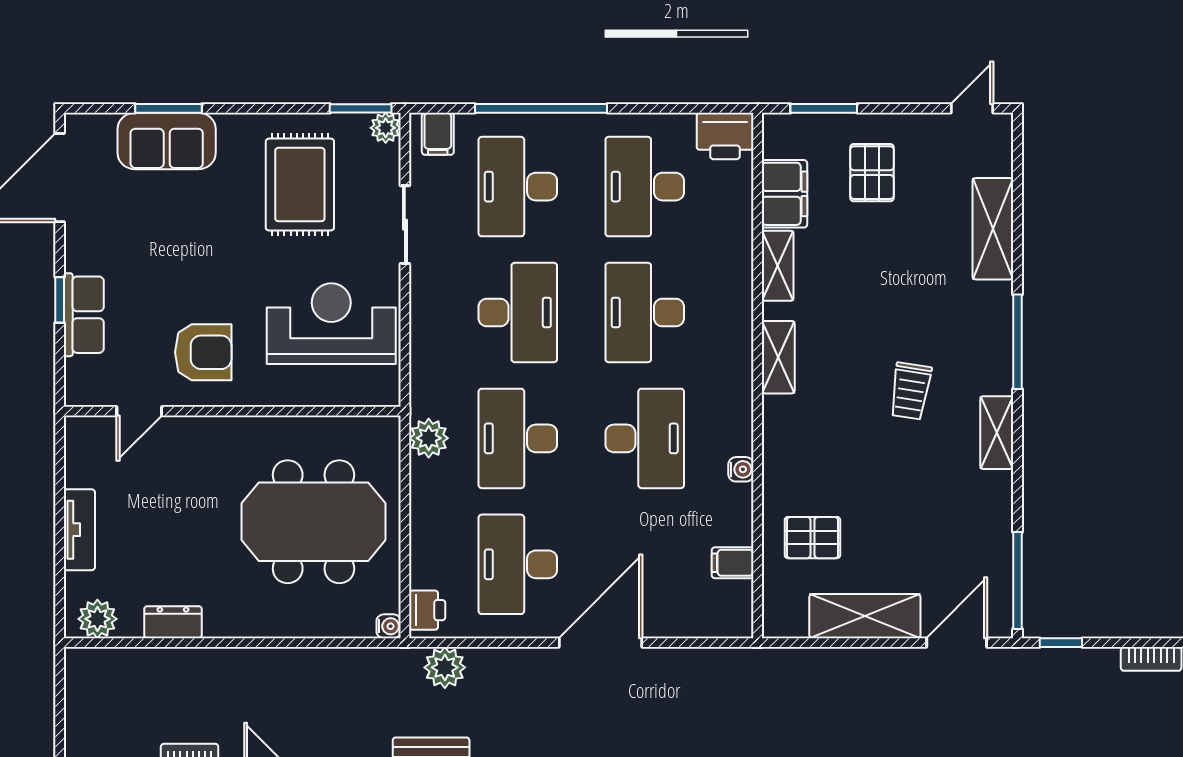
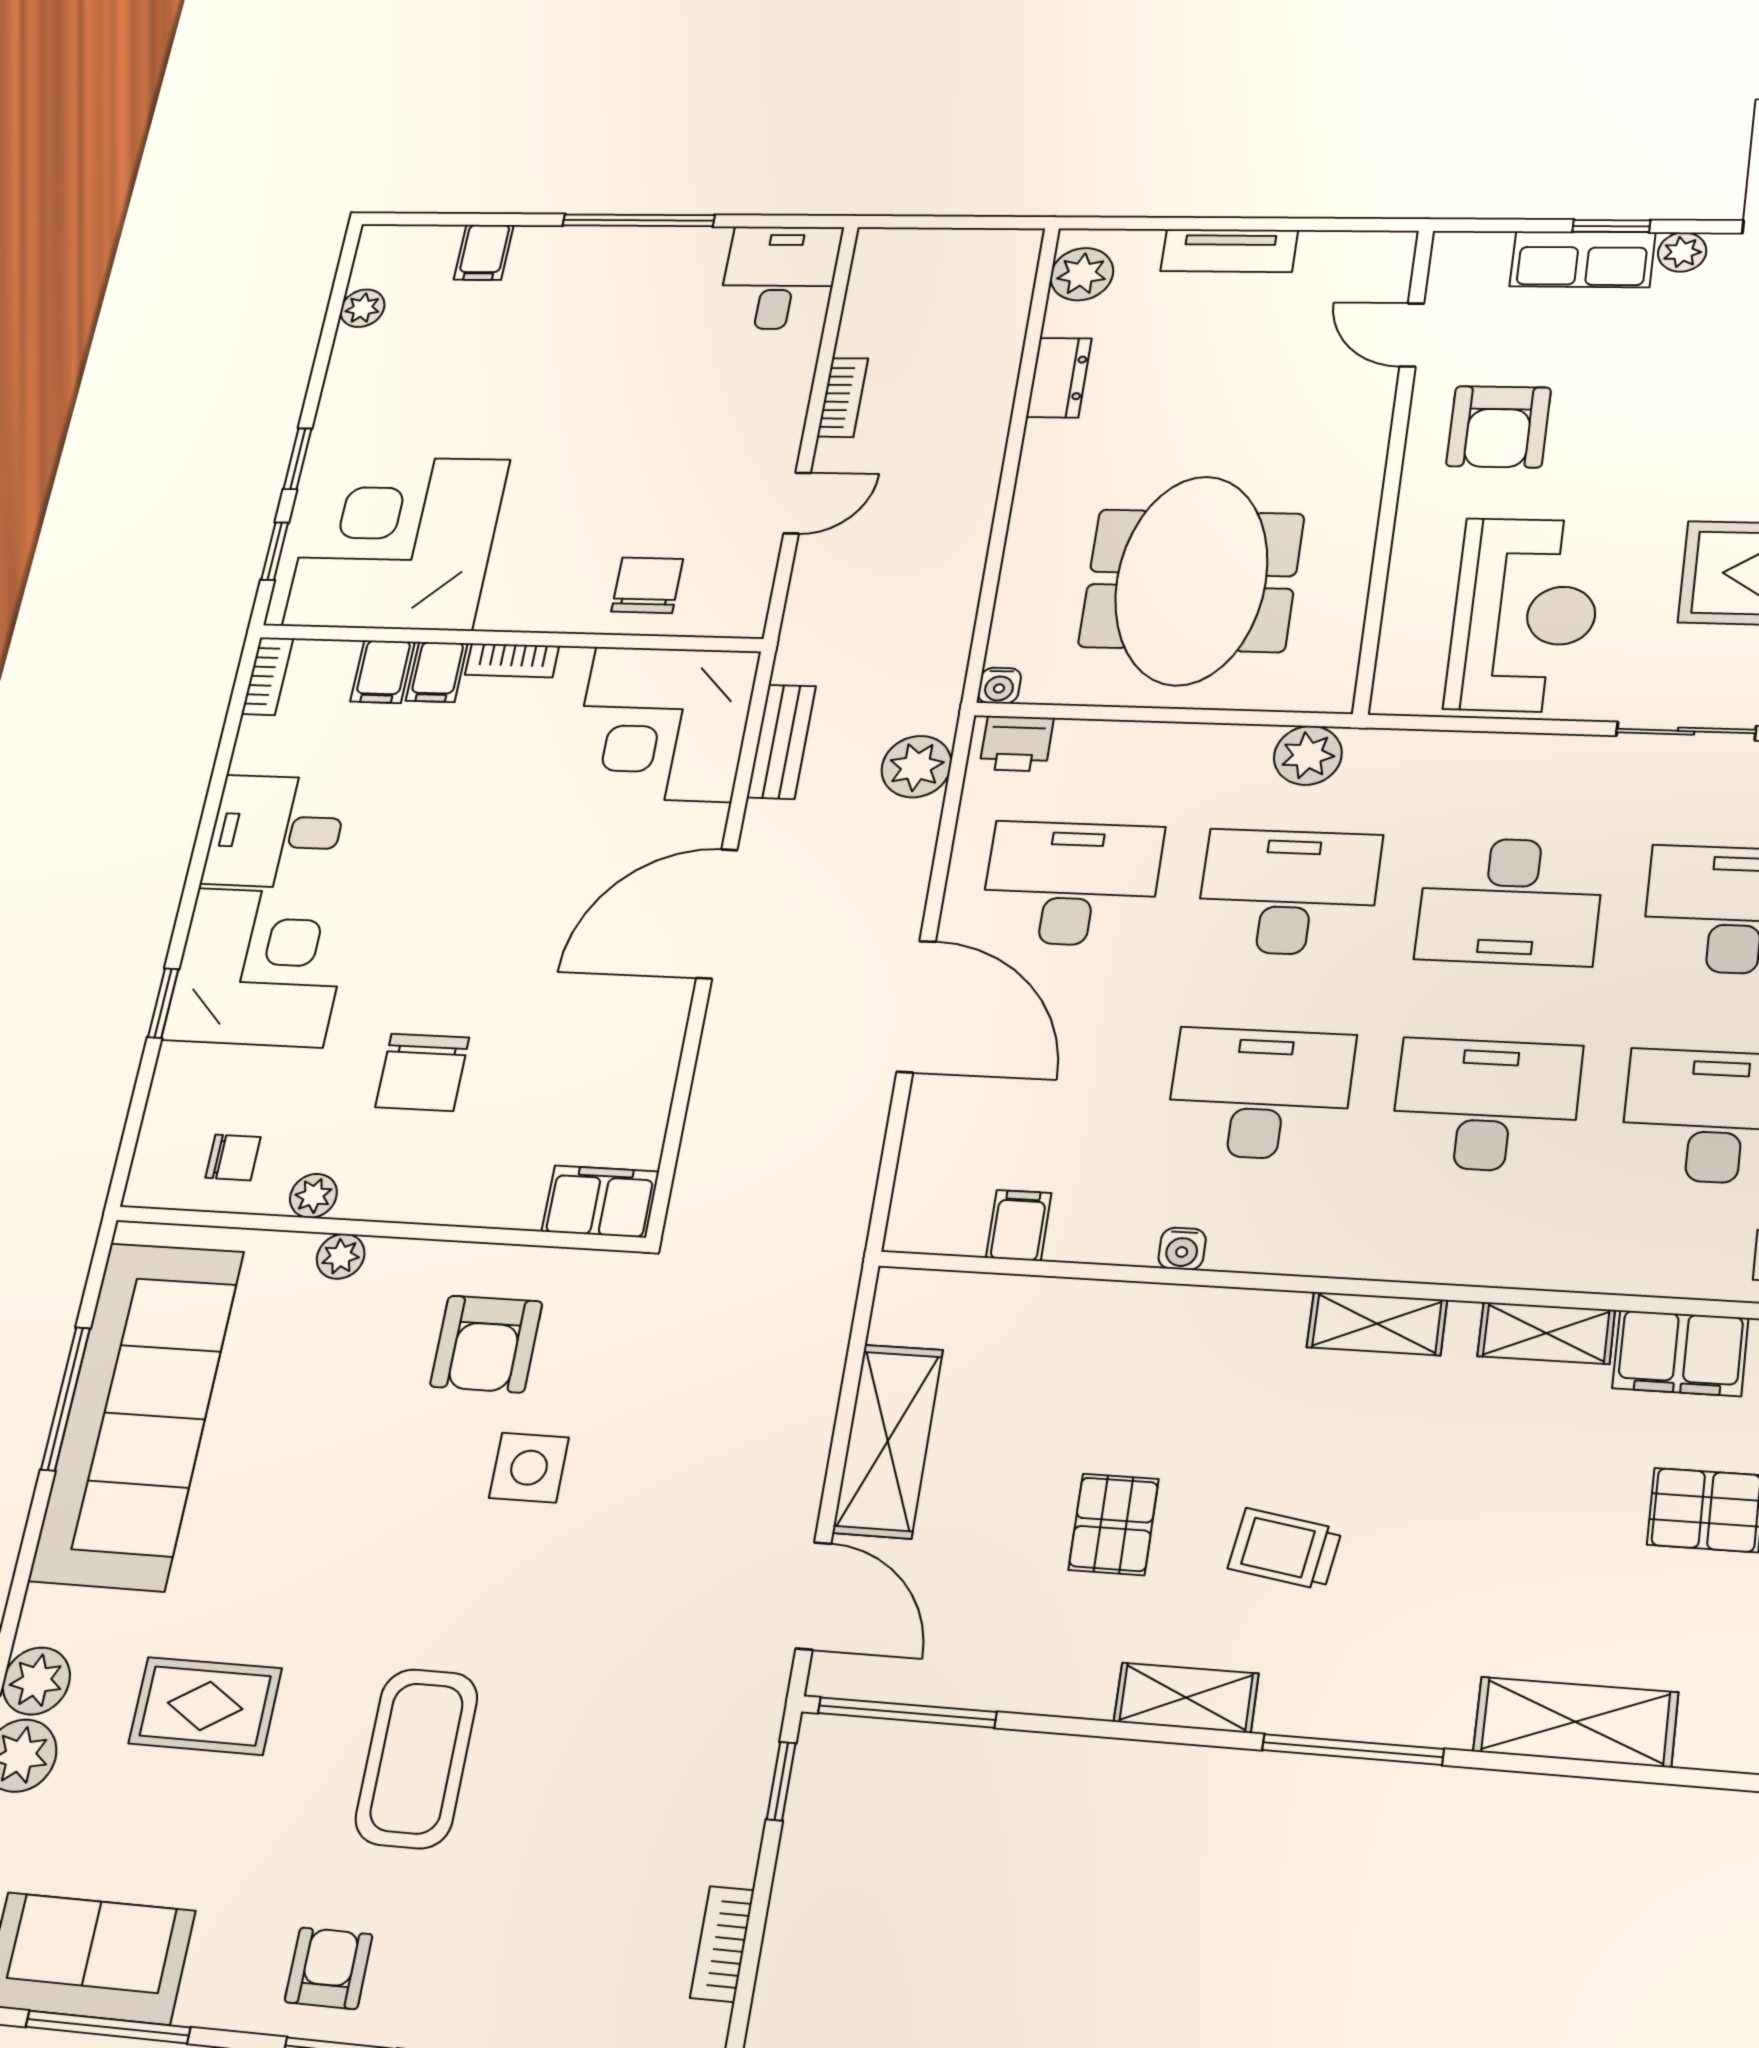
plant: (78, 256) -> (1682, 252), added
desk: (645, 438) -> (1260, 1094), turned 180
pallet: (812, 538) -> (1114, 1524), moved

